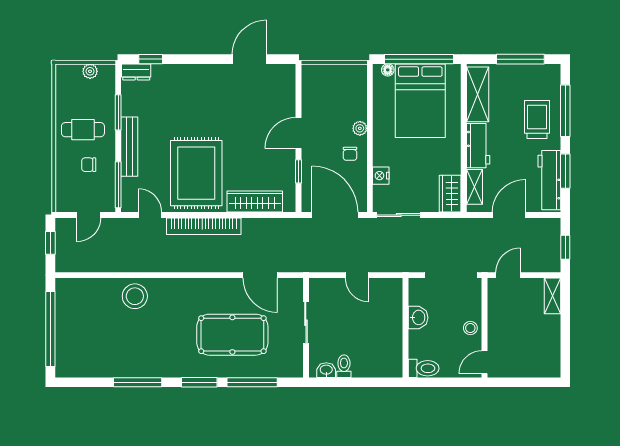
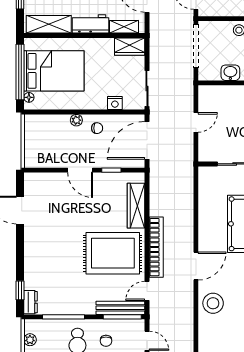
window: (118, 112) -> (63, 317), width x1.44
bench: (129, 147) -> (120, 308), moved
door: (260, 275) -> (196, 266), moved

